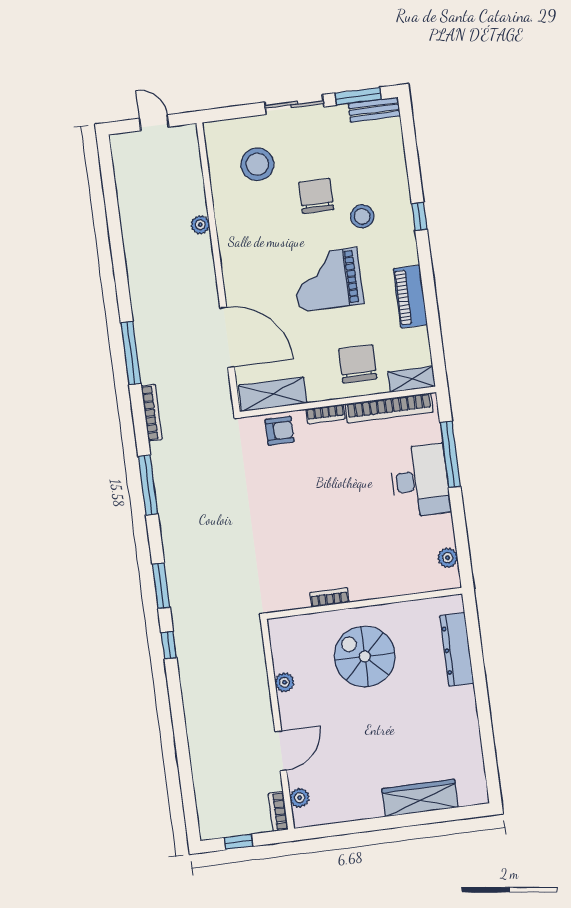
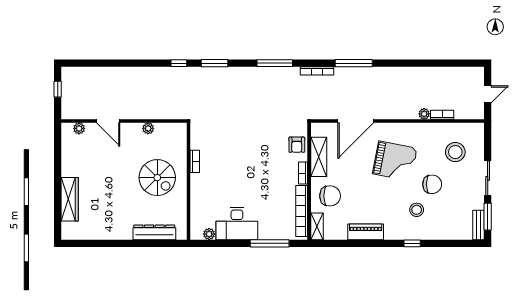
grand piano: (328, 280) -> (395, 161), moved, turned 101
shelving: (273, 394) -> (319, 157), moved
desk: (420, 481) -> (237, 224), moved
spiral stairs: (365, 656) -> (157, 178), turned 90
bookcase: (278, 811) -> (442, 115), moved

